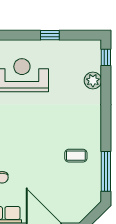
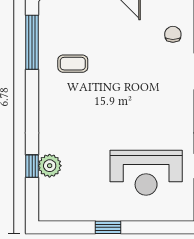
window: (106, 57) -> (32, 166), moved

